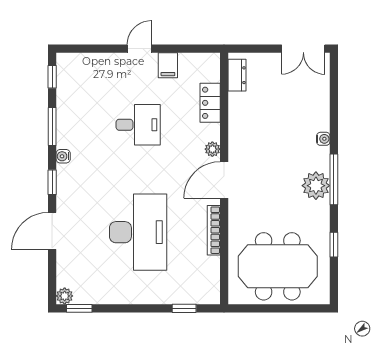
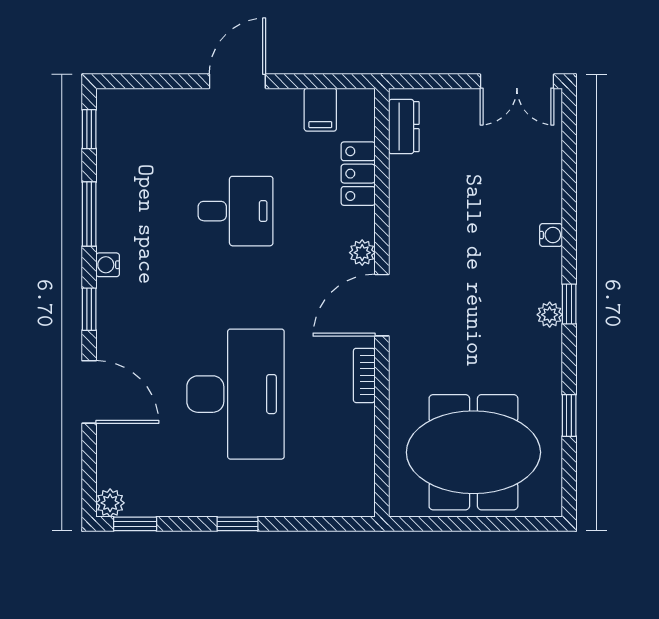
door: (139, 49) -> (237, 81), width x1.37
filing cabinet: (168, 65) -> (320, 110), moved
window: (334, 179) -> (569, 304), width x0.46
plant: (316, 186) -> (550, 315), width x0.53, depth x0.53
bookcase: (214, 230) -> (364, 375), width x0.64
door: (52, 231) -> (89, 392), swing flipped
window: (184, 308) -> (237, 524), moved

